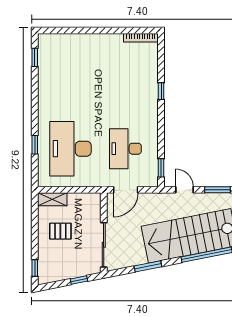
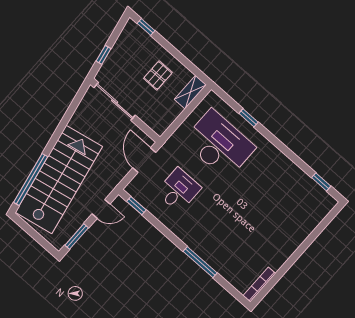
window: (161, 91) -> (200, 262), width x2.17
desk: (125, 149) -> (179, 190), width x0.73
window: (148, 266) -> (64, 122), removed

